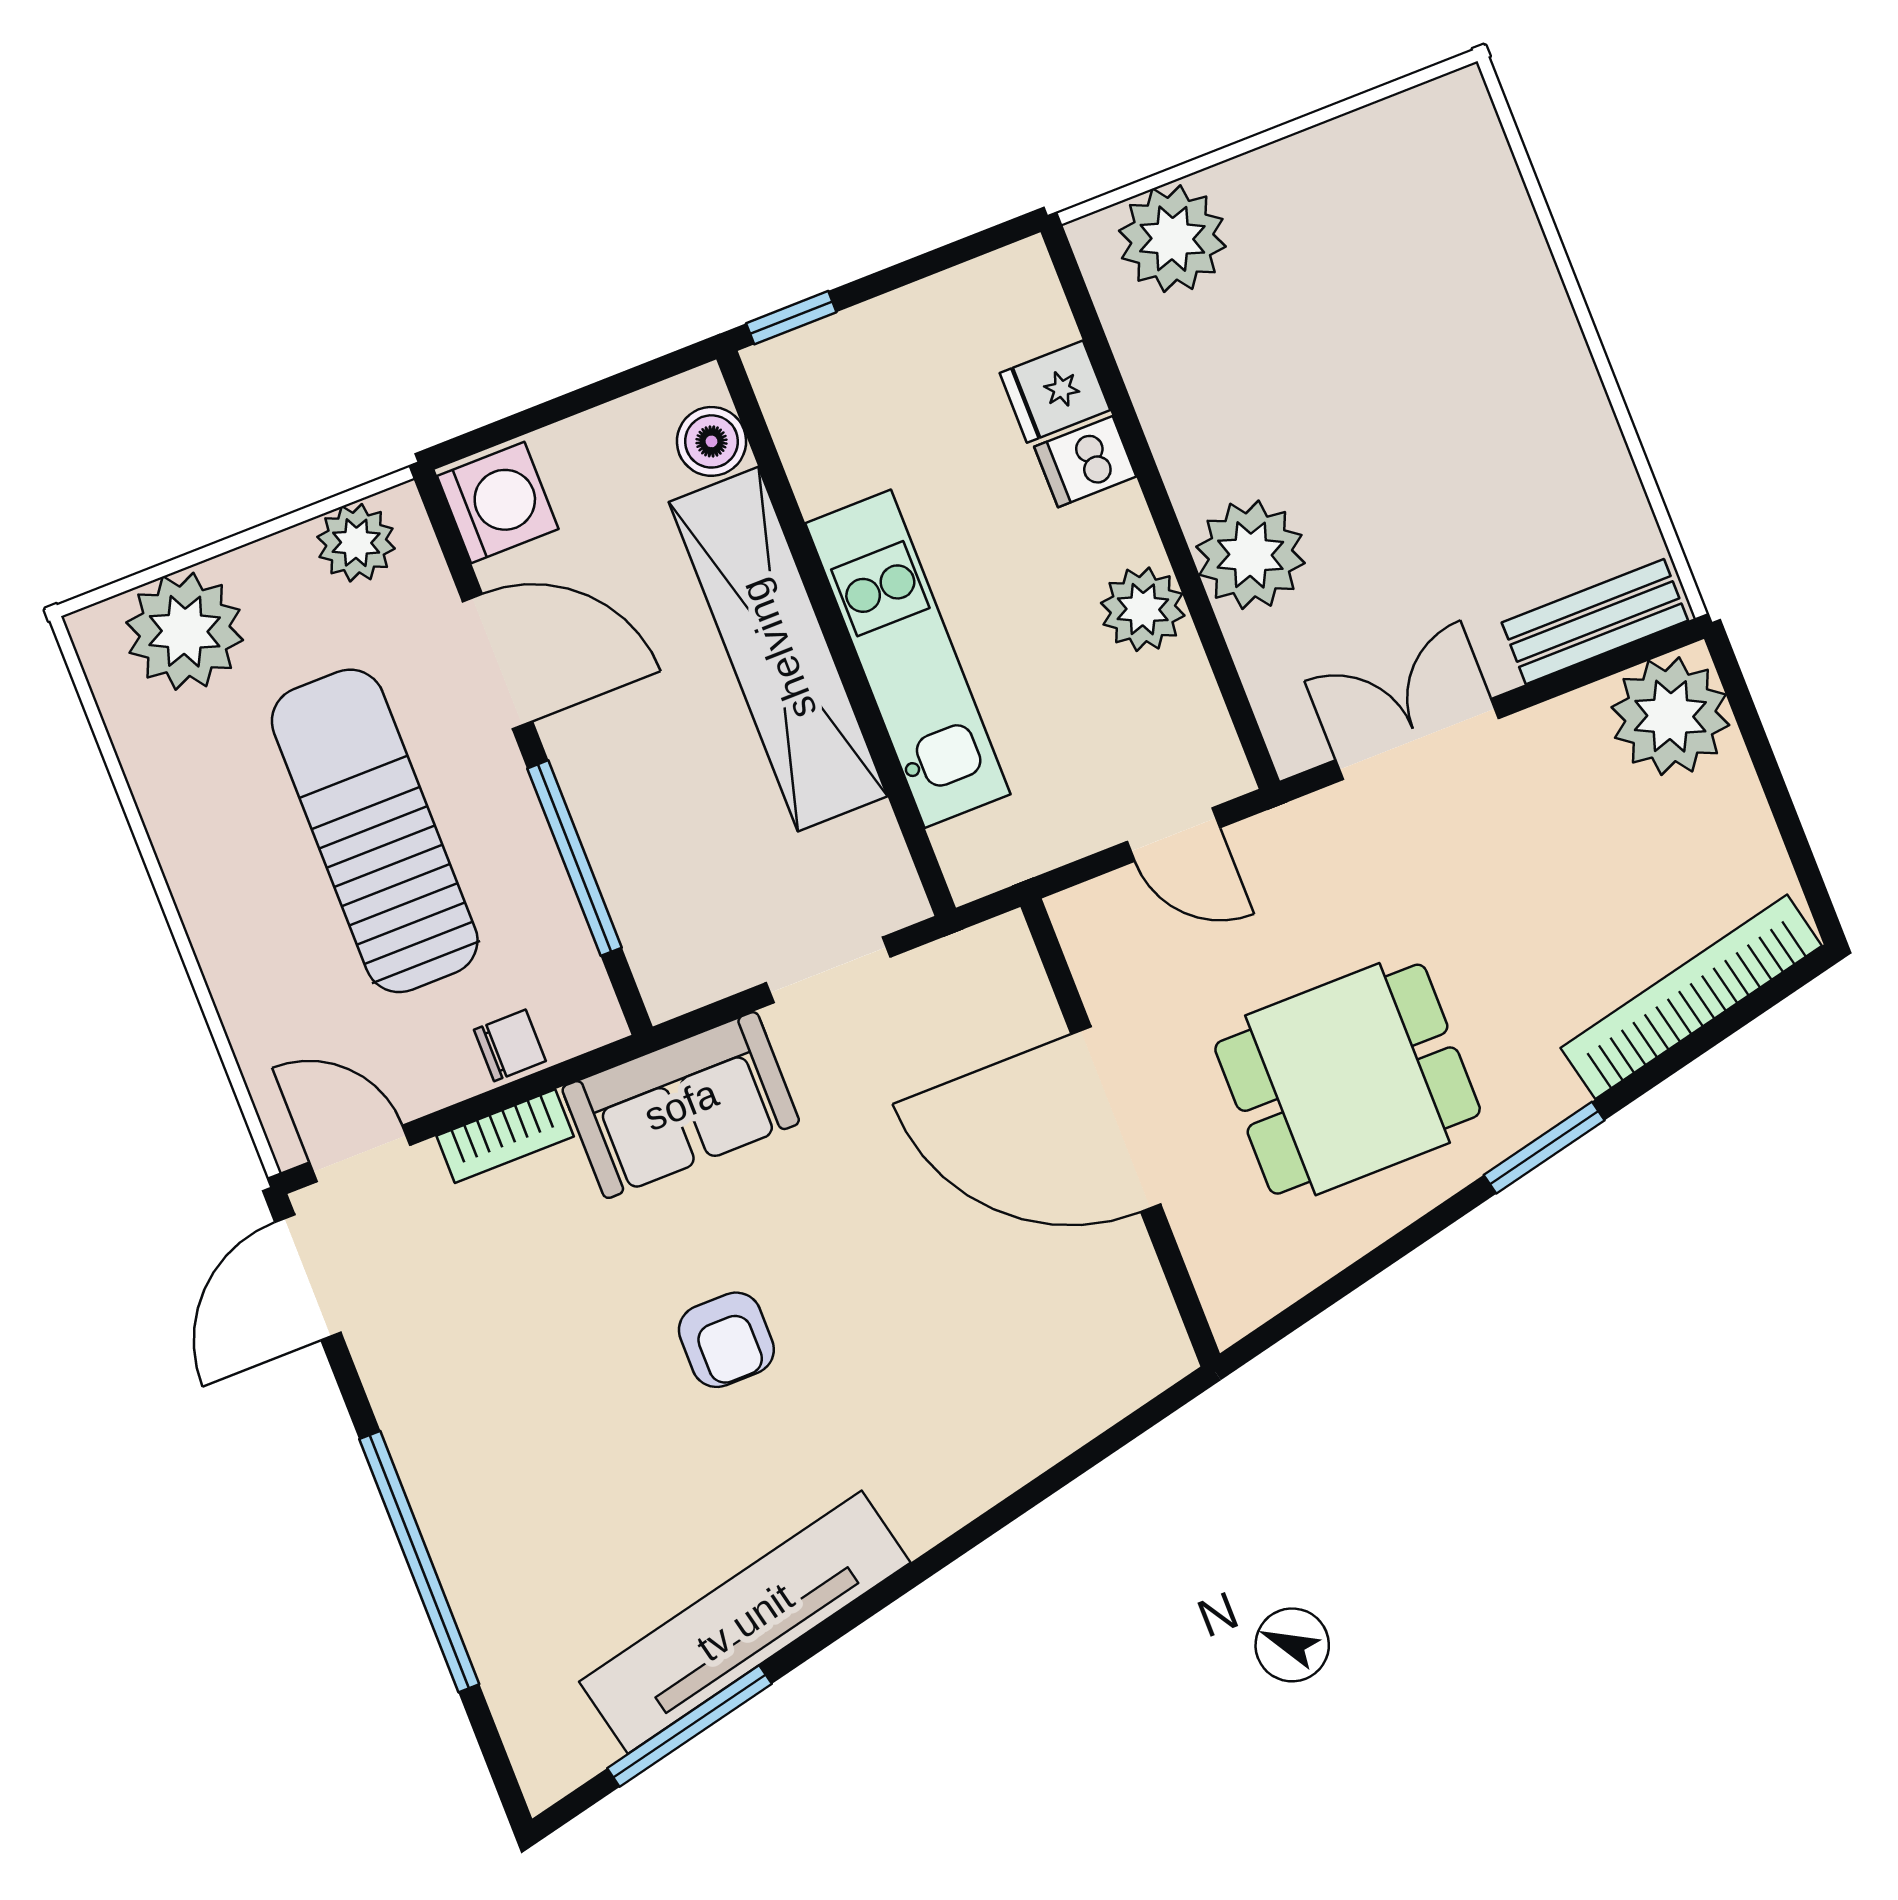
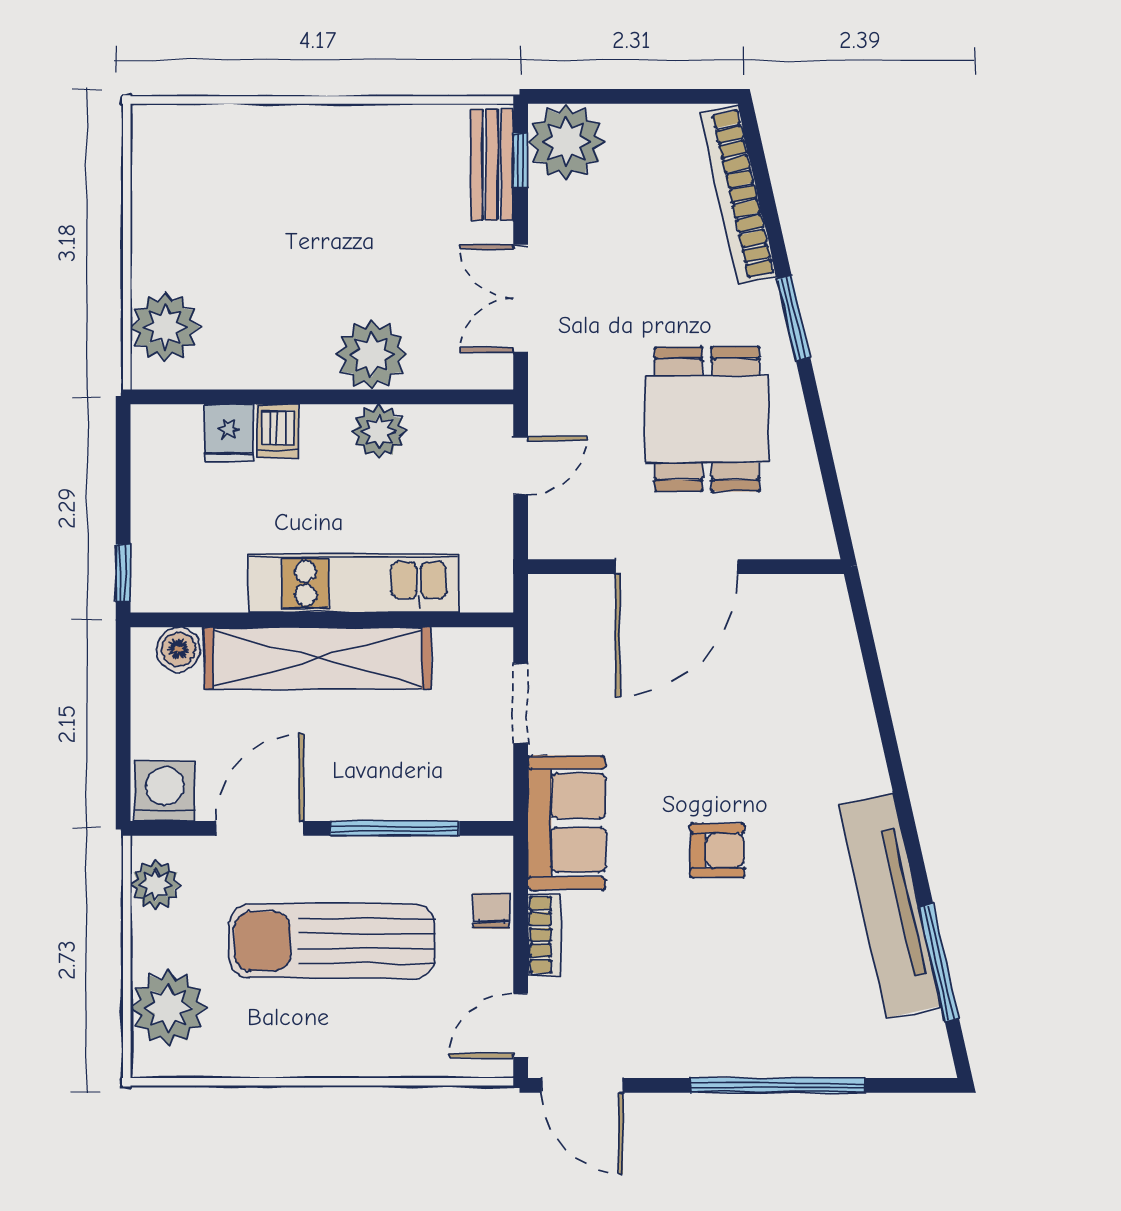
window: (1617, 661) -> (521, 160), added

